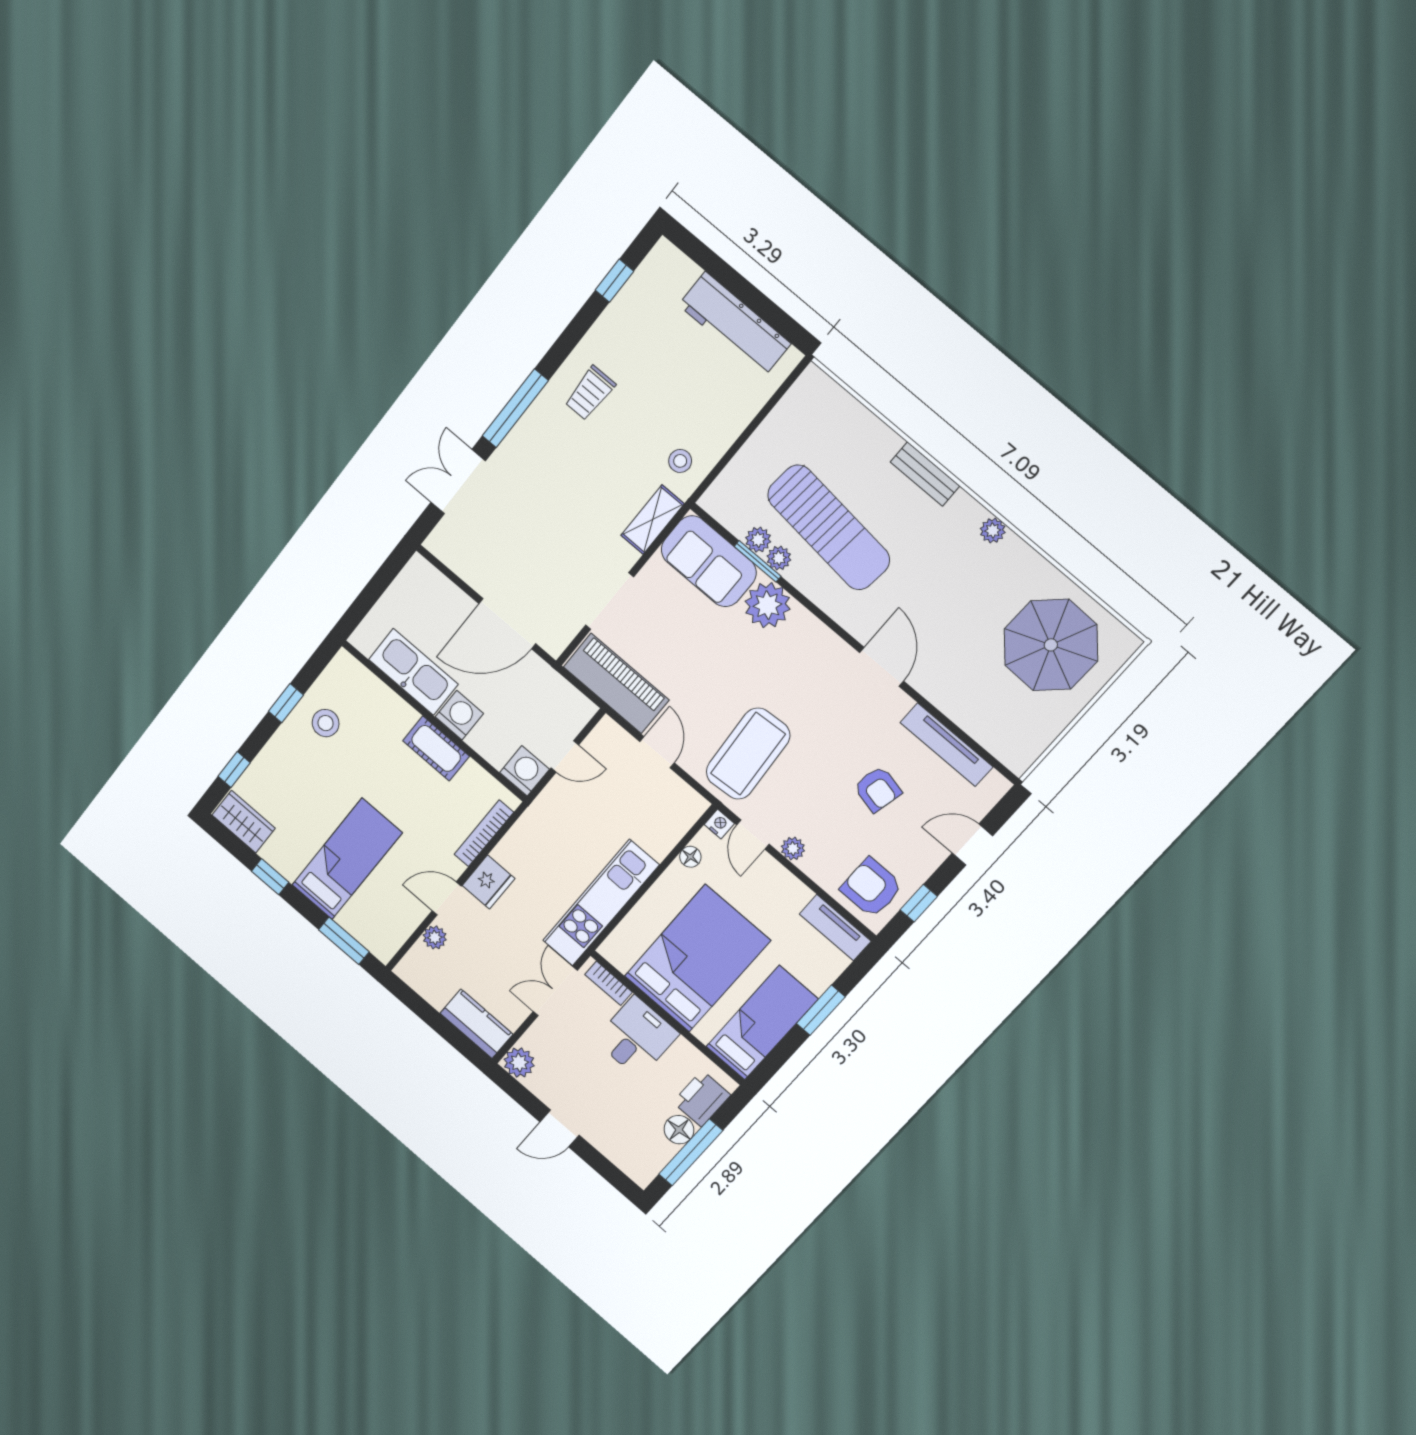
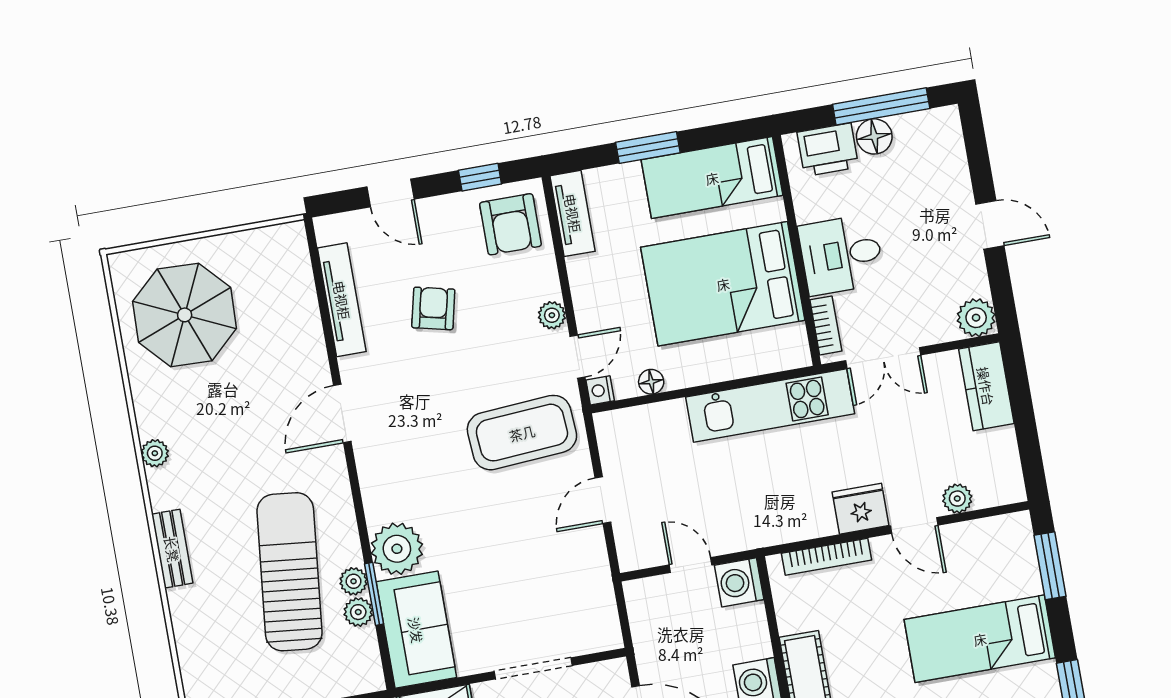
piano: (616, 683) -> (588, 591), removed

